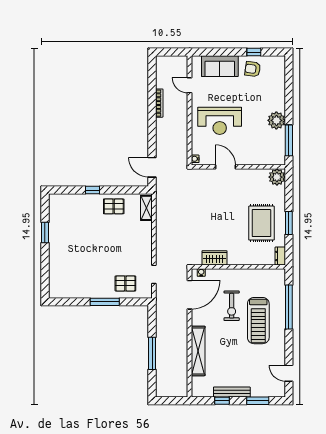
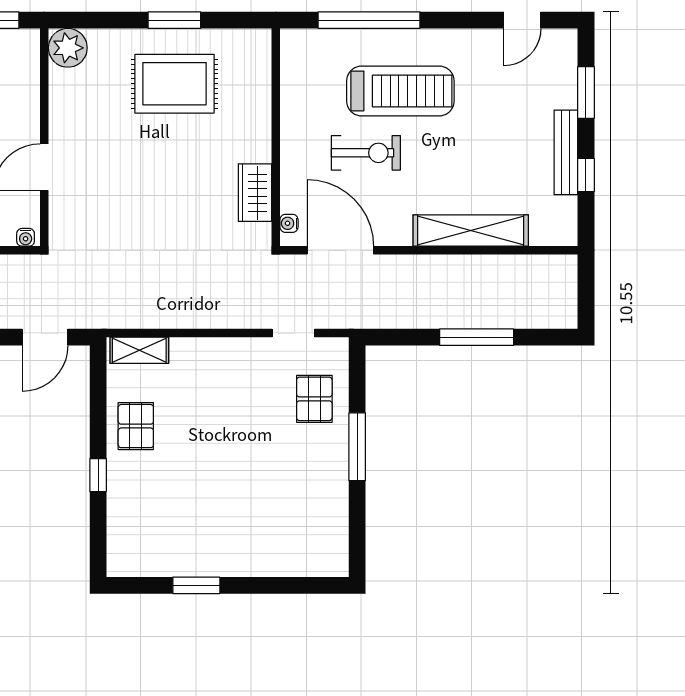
dresser: (280, 256) -> (251, 40), removed

